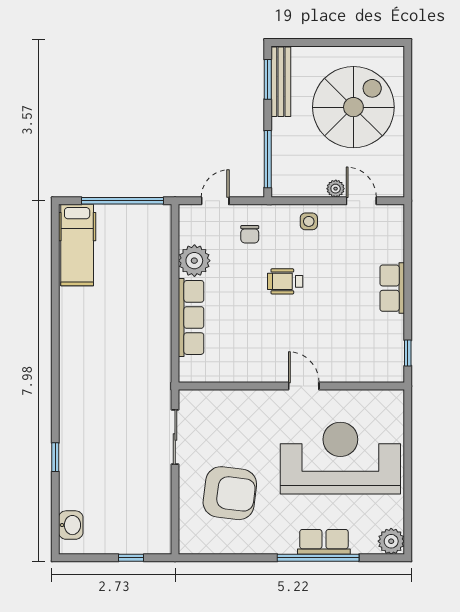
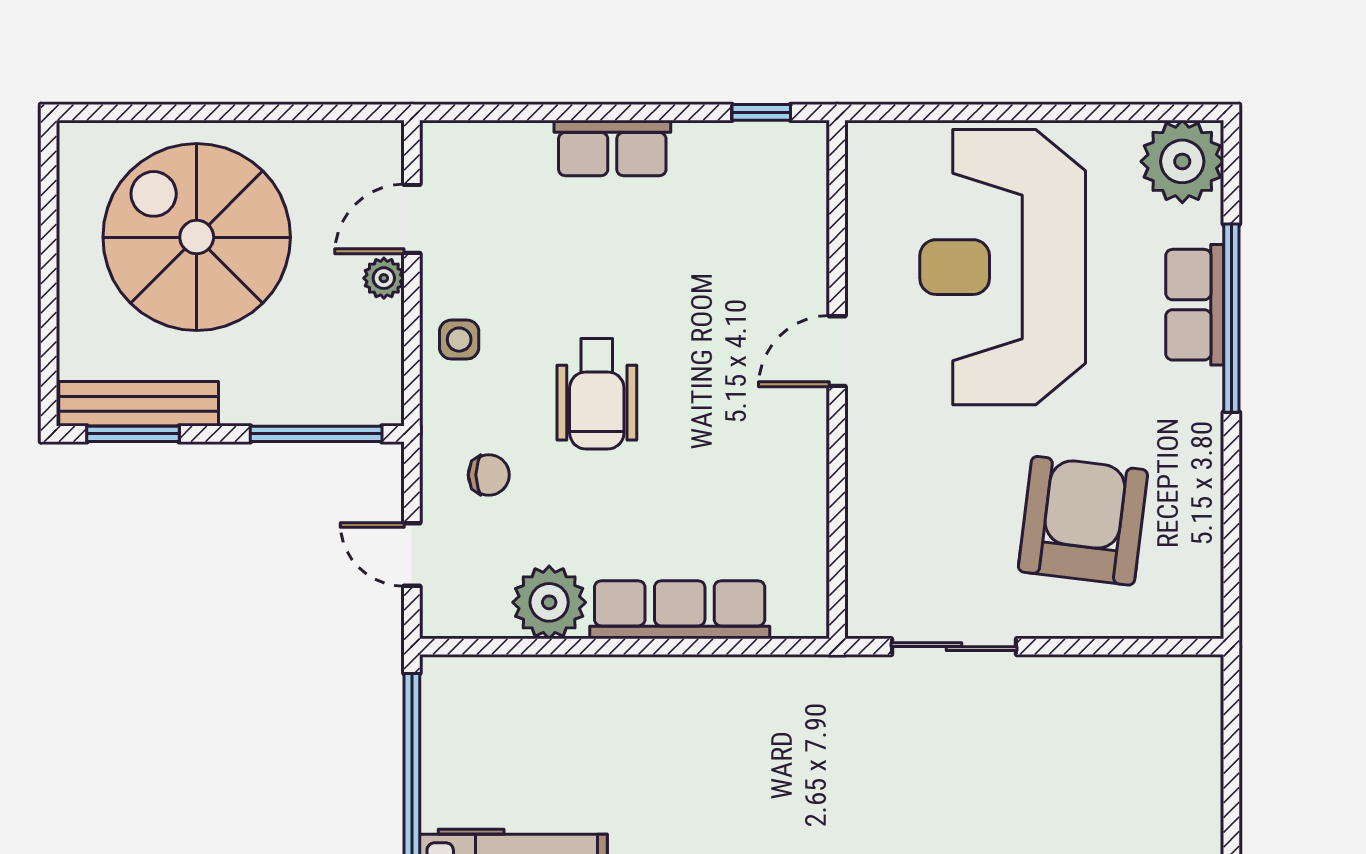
wheelchair: (285, 281) -> (597, 394), width x1.36, depth x1.37
plant: (391, 541) -> (1182, 161), width x1.36, depth x1.36
window: (131, 558) -> (1231, 747), removed

